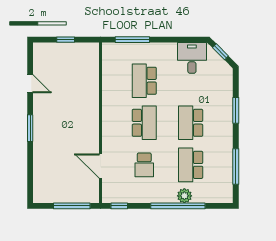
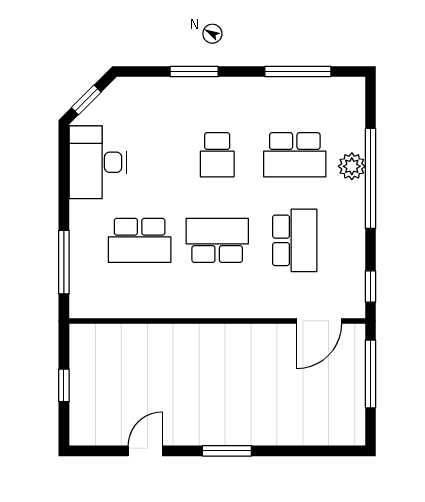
desk: (192, 58) -> (98, 162), width x1.37
school desk: (191, 123) -> (217, 155), width x0.54
school desk: (144, 165) -> (295, 240), width x1.85
door: (101, 166) -> (319, 321), moved

